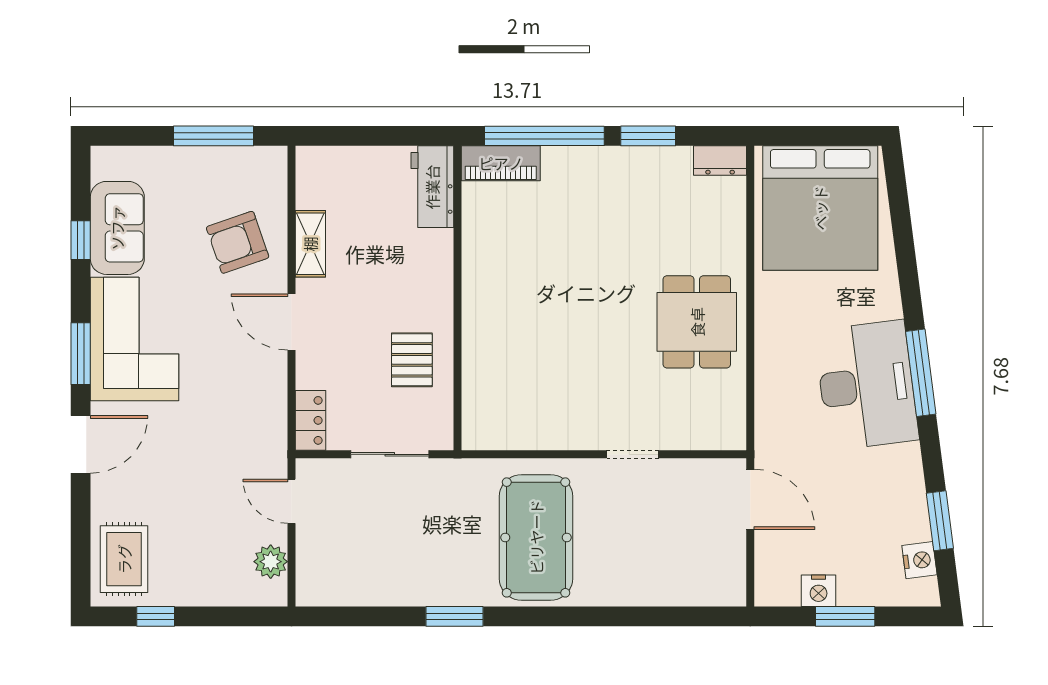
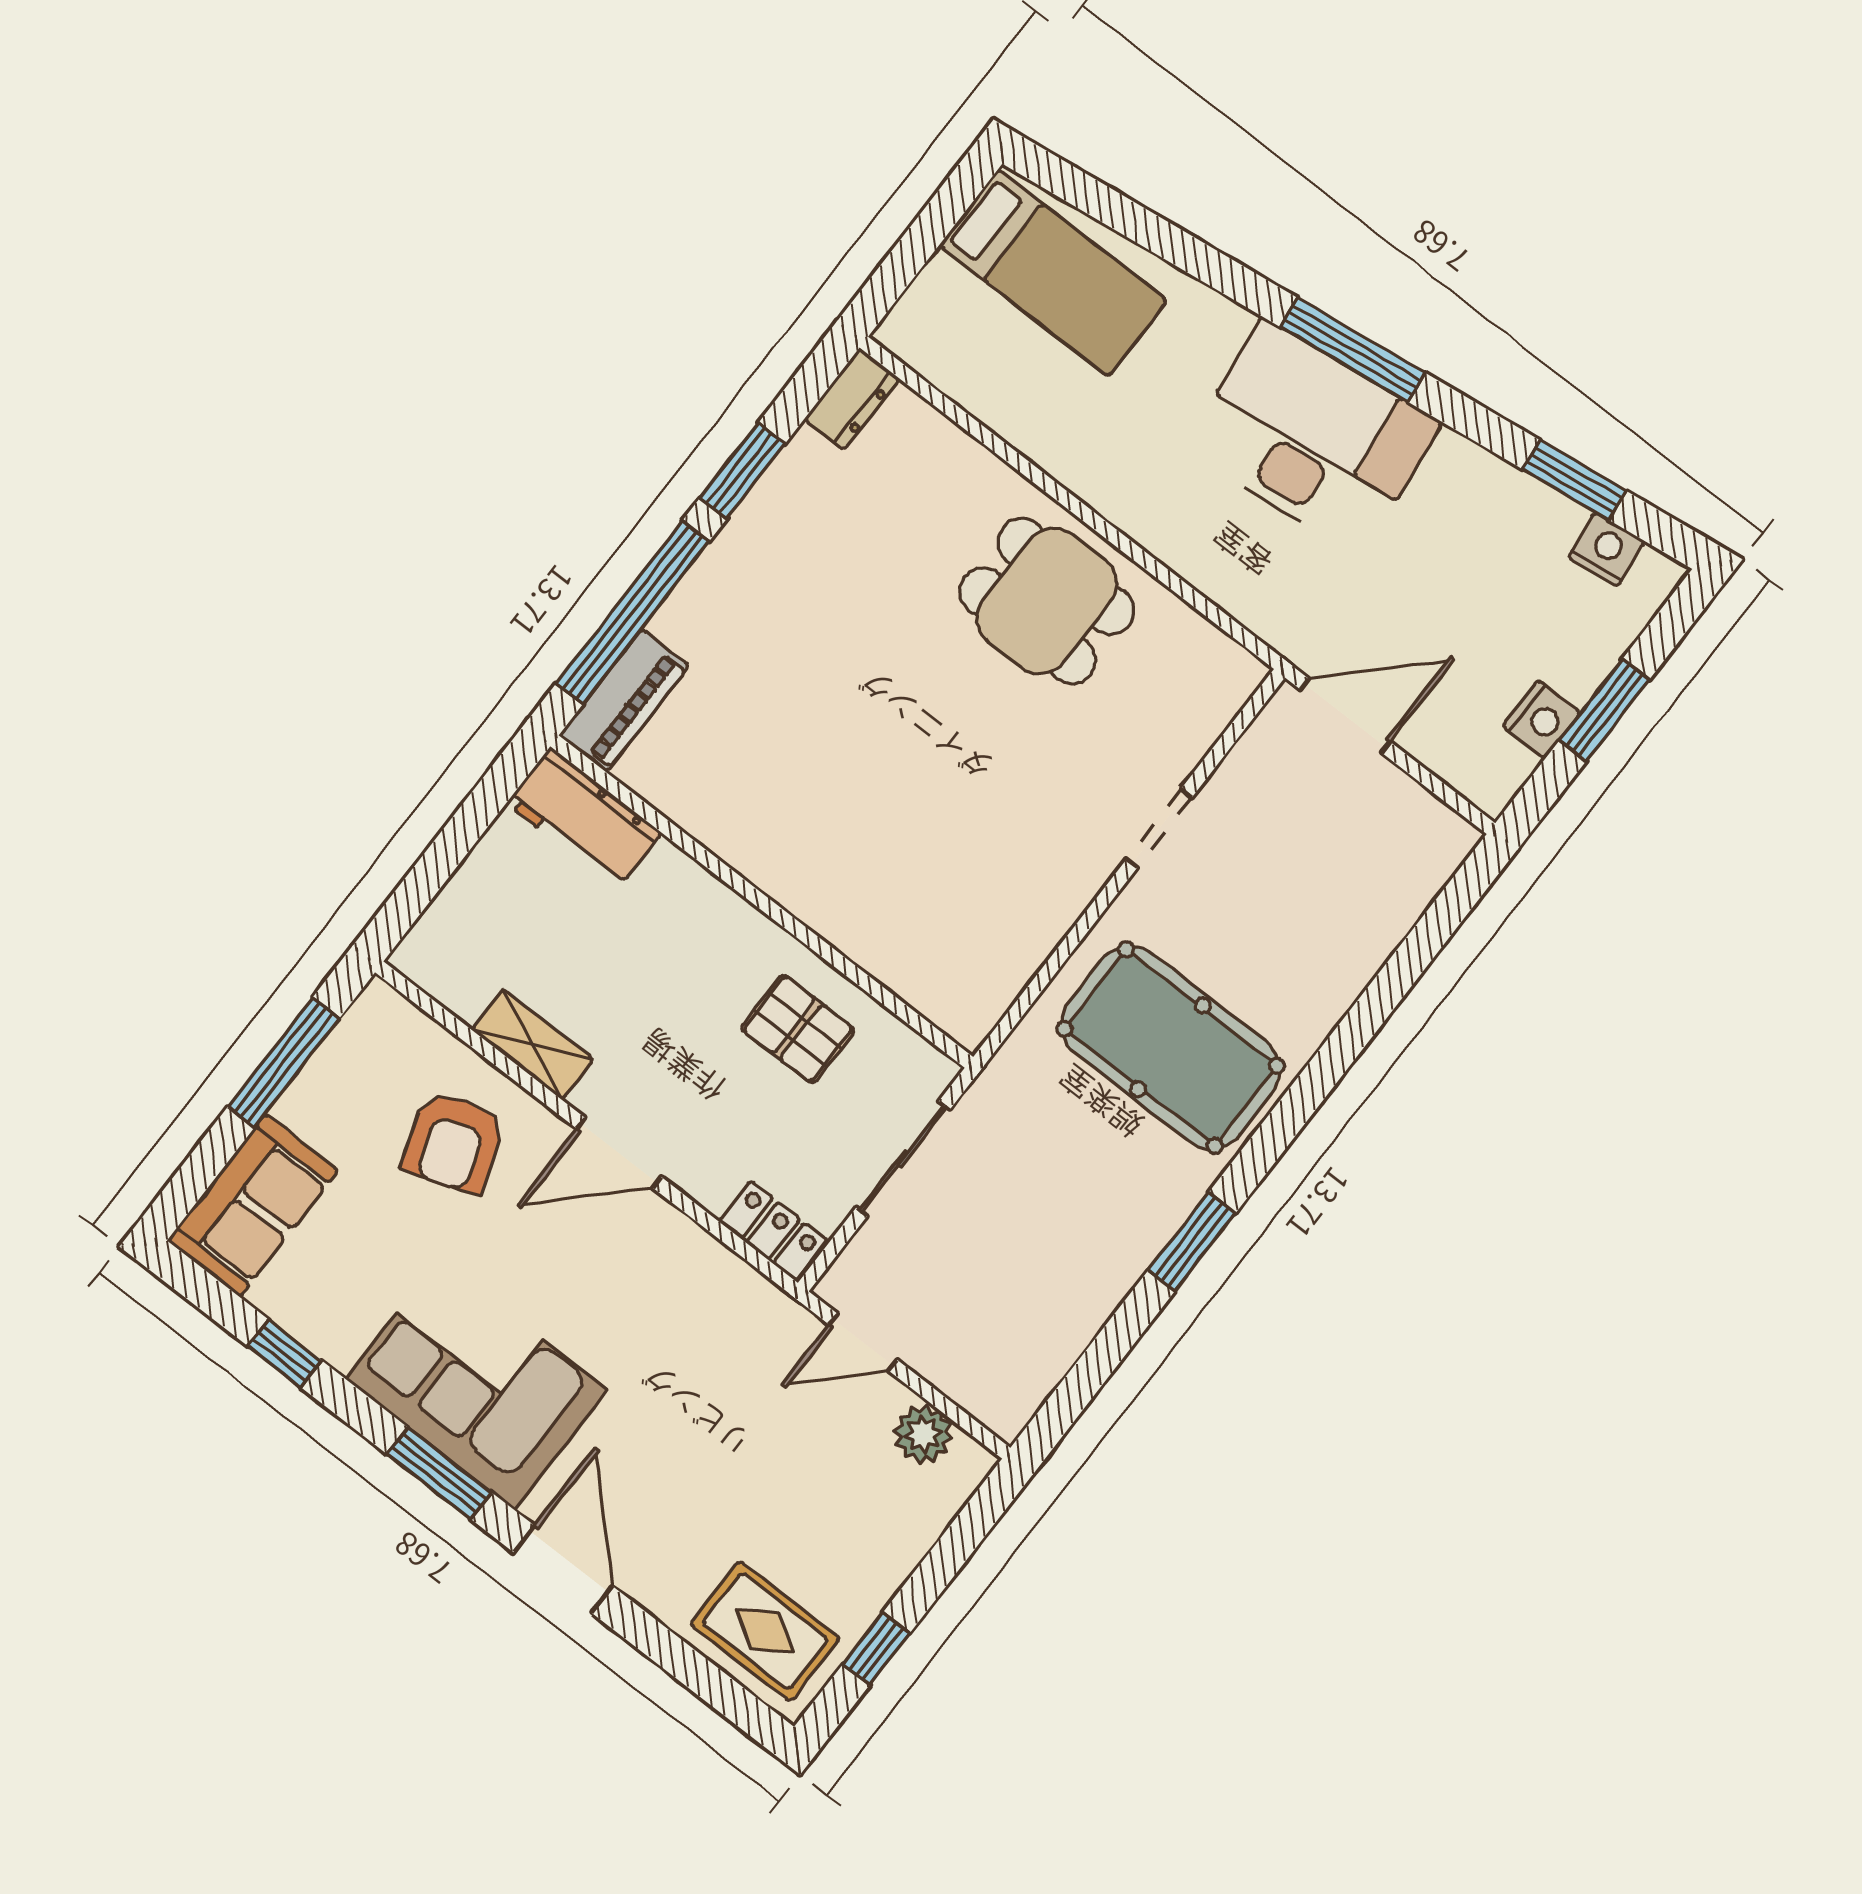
bed: (820, 208) -> (1053, 273), width x0.49
sofa: (117, 228) -> (253, 1206), moved, turned 90

